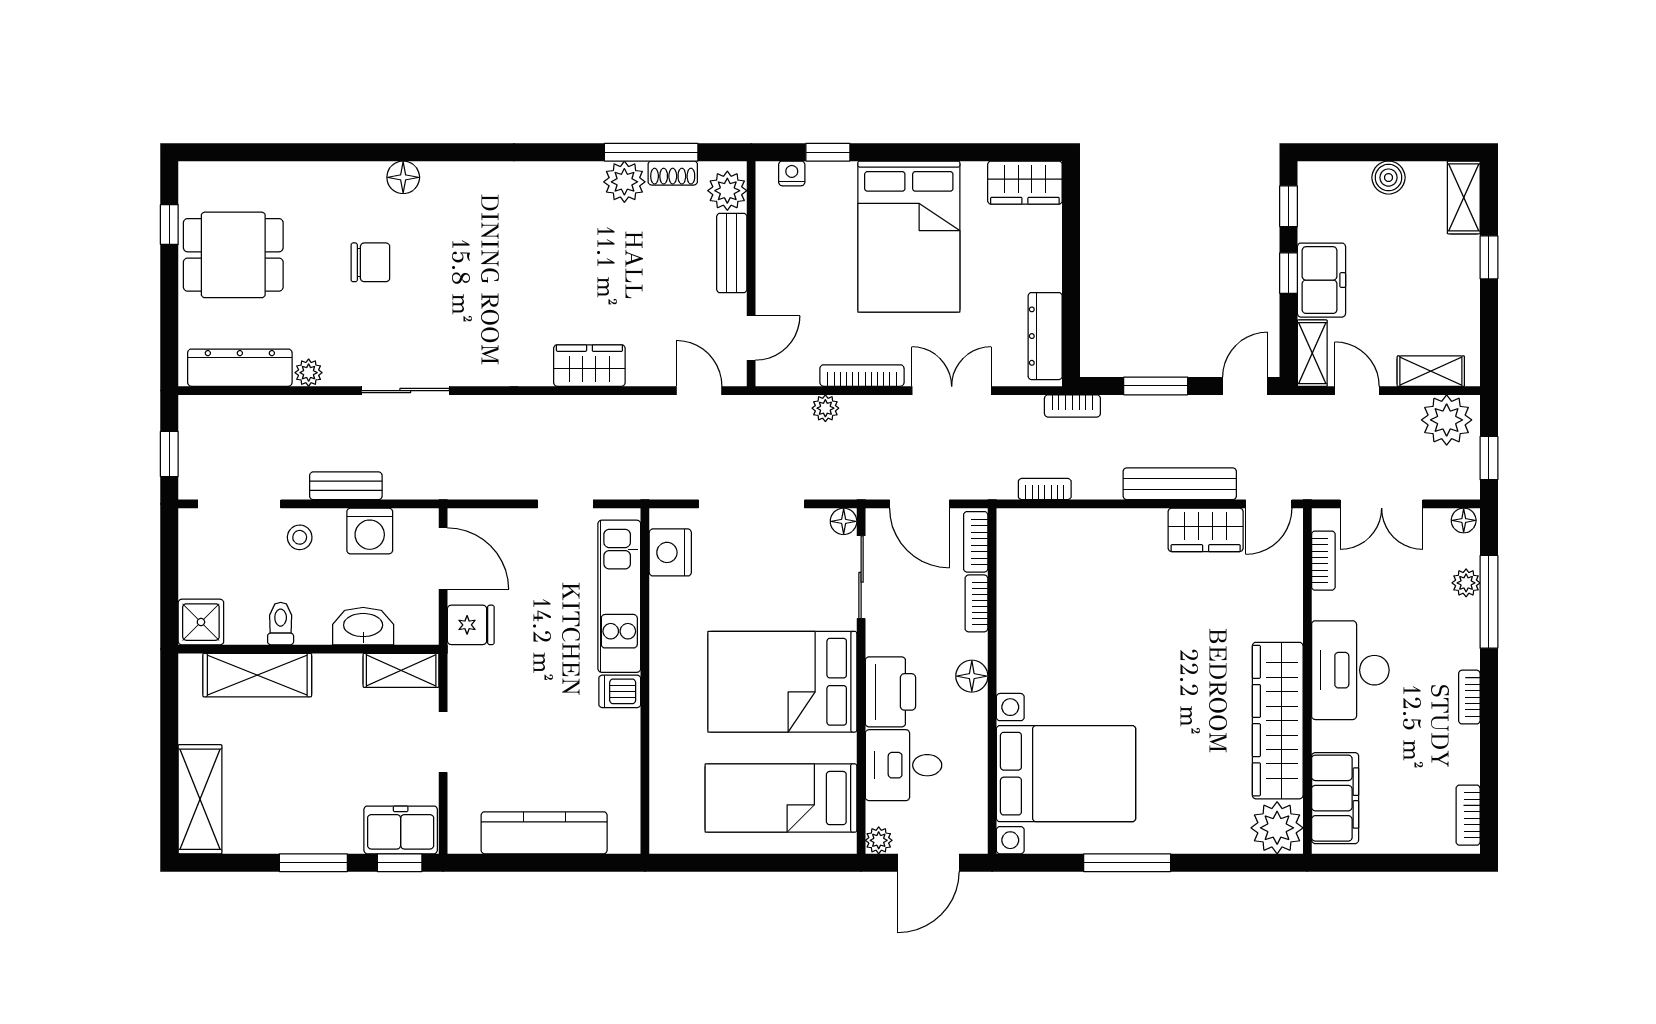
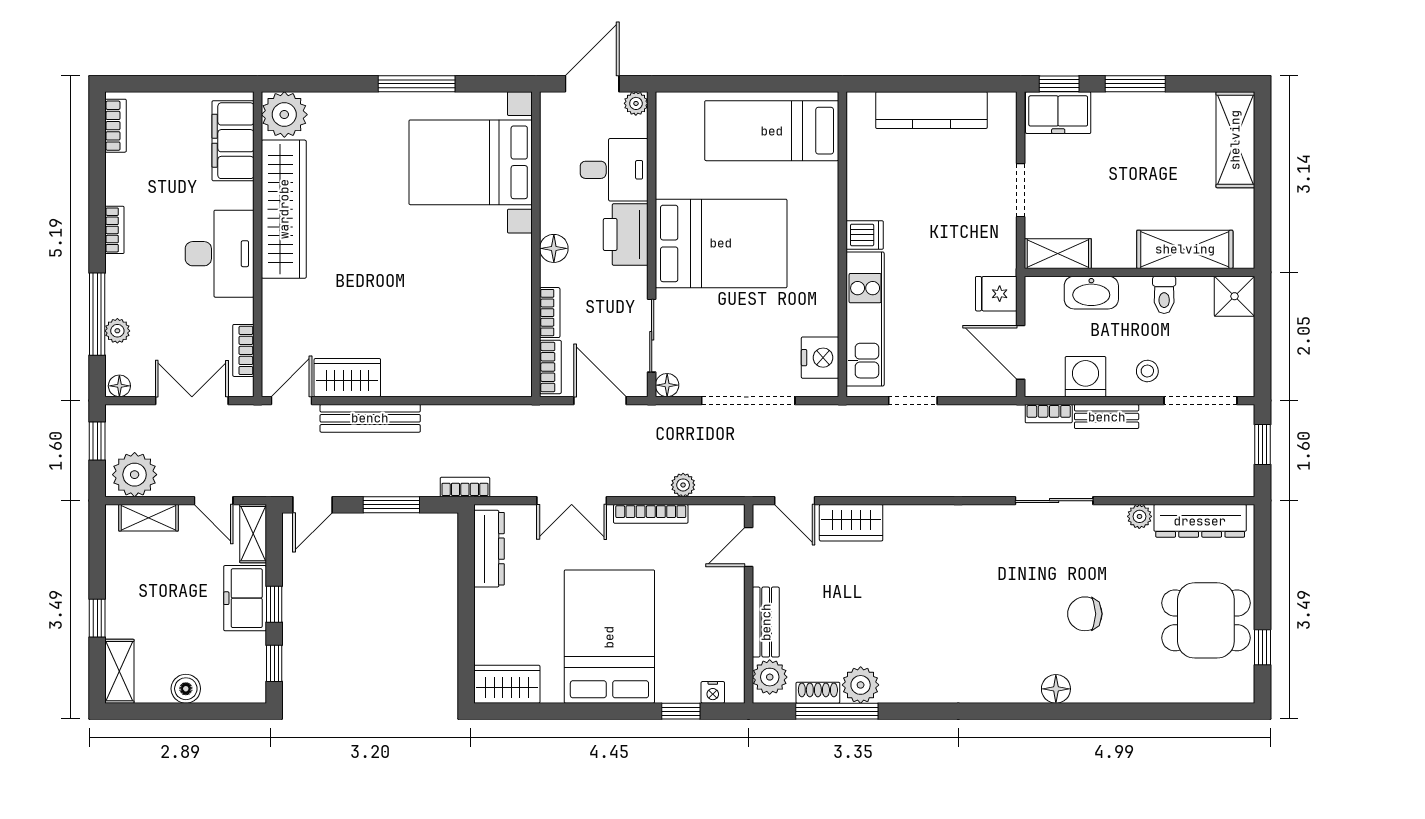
wardrobe: (589, 366) -> (851, 523), moved
bookcase: (1045, 489) -> (1049, 414), moved
bed: (781, 798) -> (772, 131), moved, turned 180

